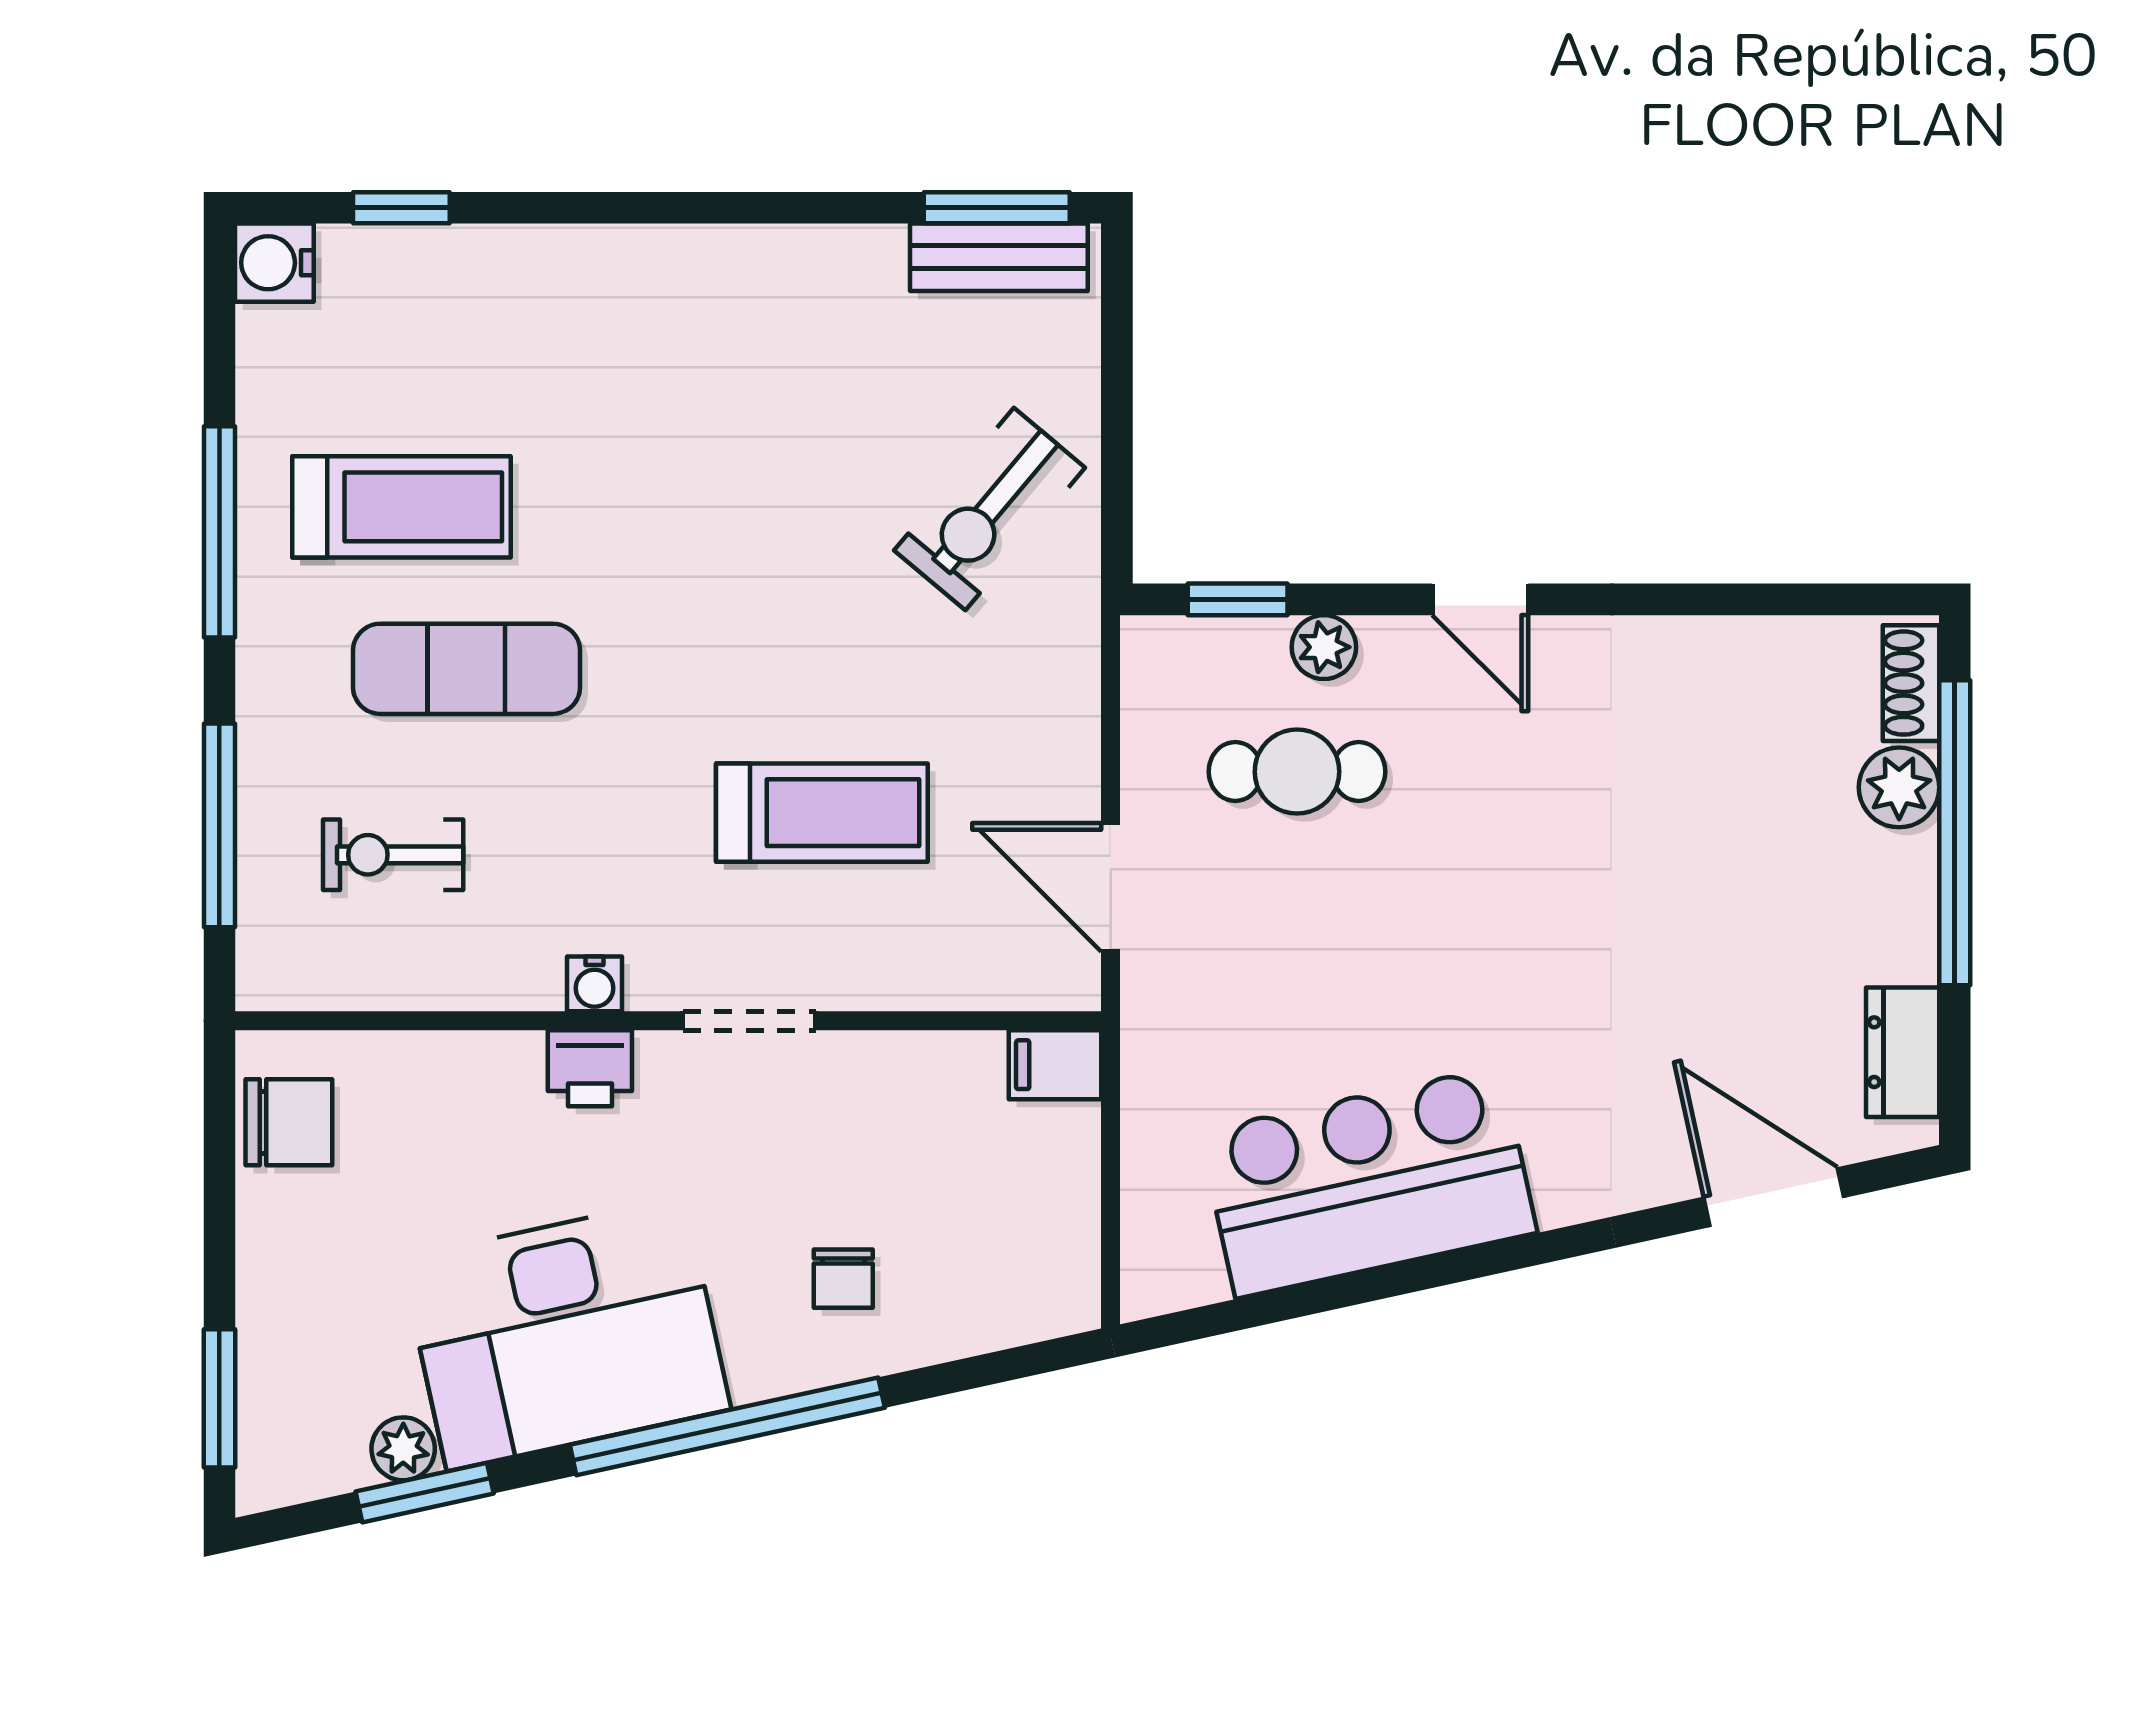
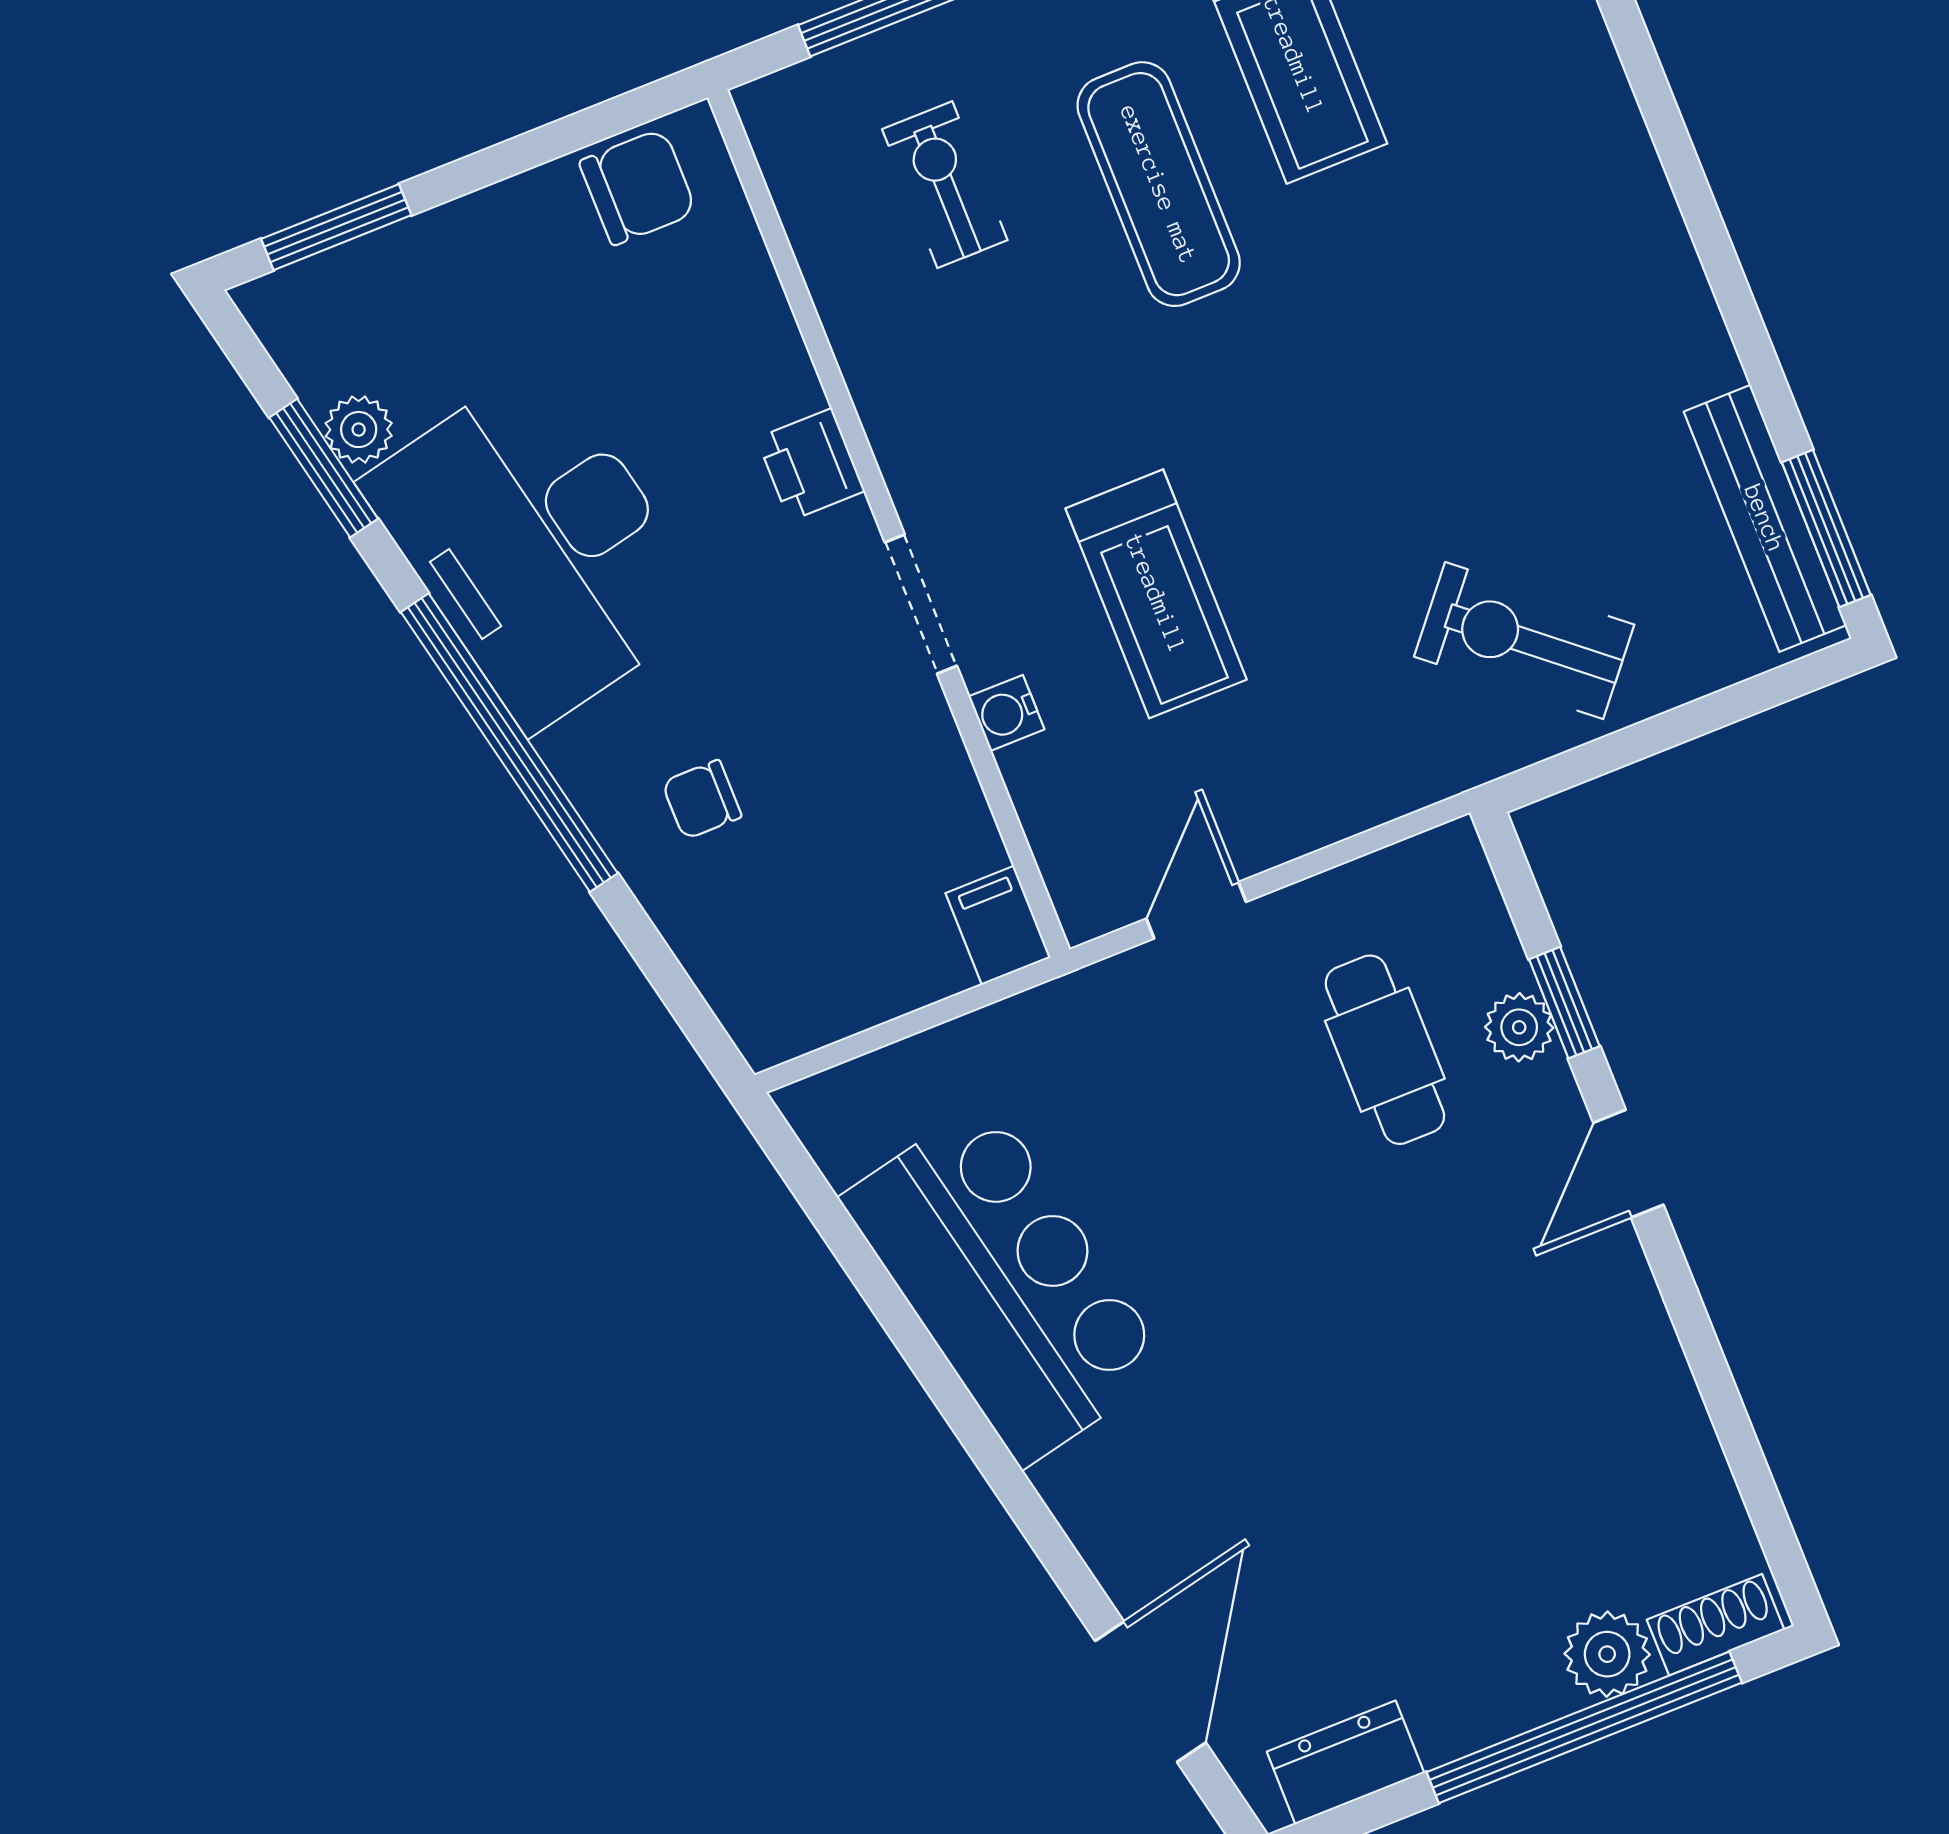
bench: (999, 257) -> (1765, 518), width x1.36
window: (1238, 599) -> (1564, 1003), moved
door: (1111, 887) -> (1196, 910), width x0.73
water cooler: (595, 984) -> (1007, 713), moved
chair: (289, 1122) -> (638, 187), turned -90

